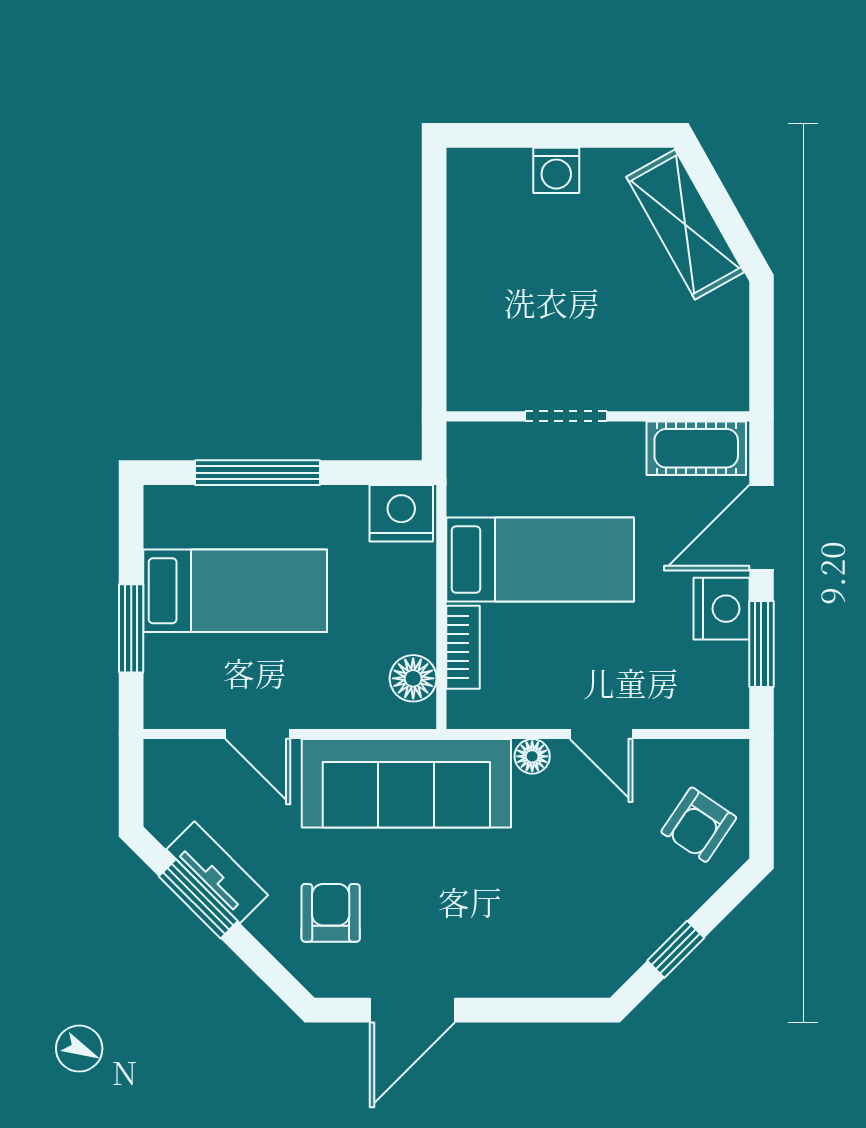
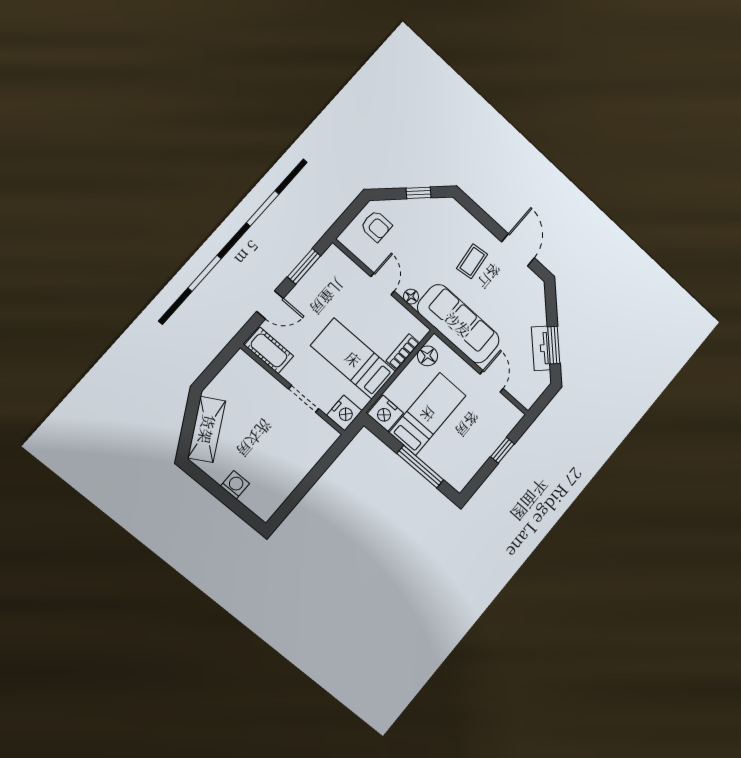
door: (761, 528) -> (270, 305), width x0.73
bed: (235, 591) -> (428, 414), moved, turned 90
nightstand: (721, 609) -> (344, 413), moved, turned 180
window: (131, 628) -> (502, 450), width x0.67
armchair: (699, 825) -> (376, 226), turned 56
armchair: (331, 913) -> (517, 304), removed
coffee table: (477, 915) -> (472, 261), added
door: (412, 1010) -> (518, 250), hinge flipped

